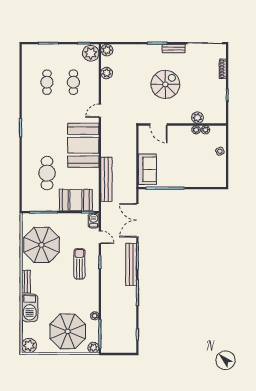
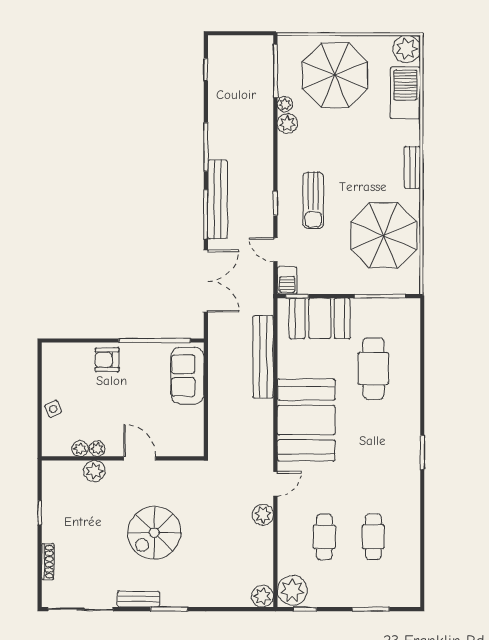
plant: (107, 73) -> (263, 515), moved
door: (158, 124) -> (140, 458), moved
armchair: (191, 178) -> (107, 360), added
barbecue: (30, 308) -> (405, 93), moved
plant: (93, 348) -> (287, 123), moved

